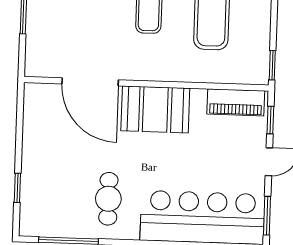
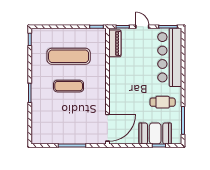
door: (90, 82) -> (107, 128), moved
booth: (155, 109) -> (155, 133), moved, turned 90

